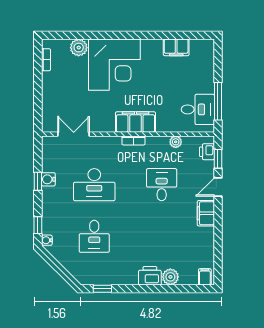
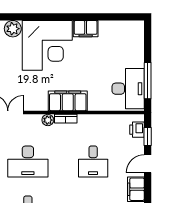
filing cabinet: (176, 47) -> (86, 29), moved
desk: (198, 109) -> (128, 89), width x1.37
plant: (176, 142) -> (48, 120), moved
desk: (162, 185) -> (93, 162), turned 180

